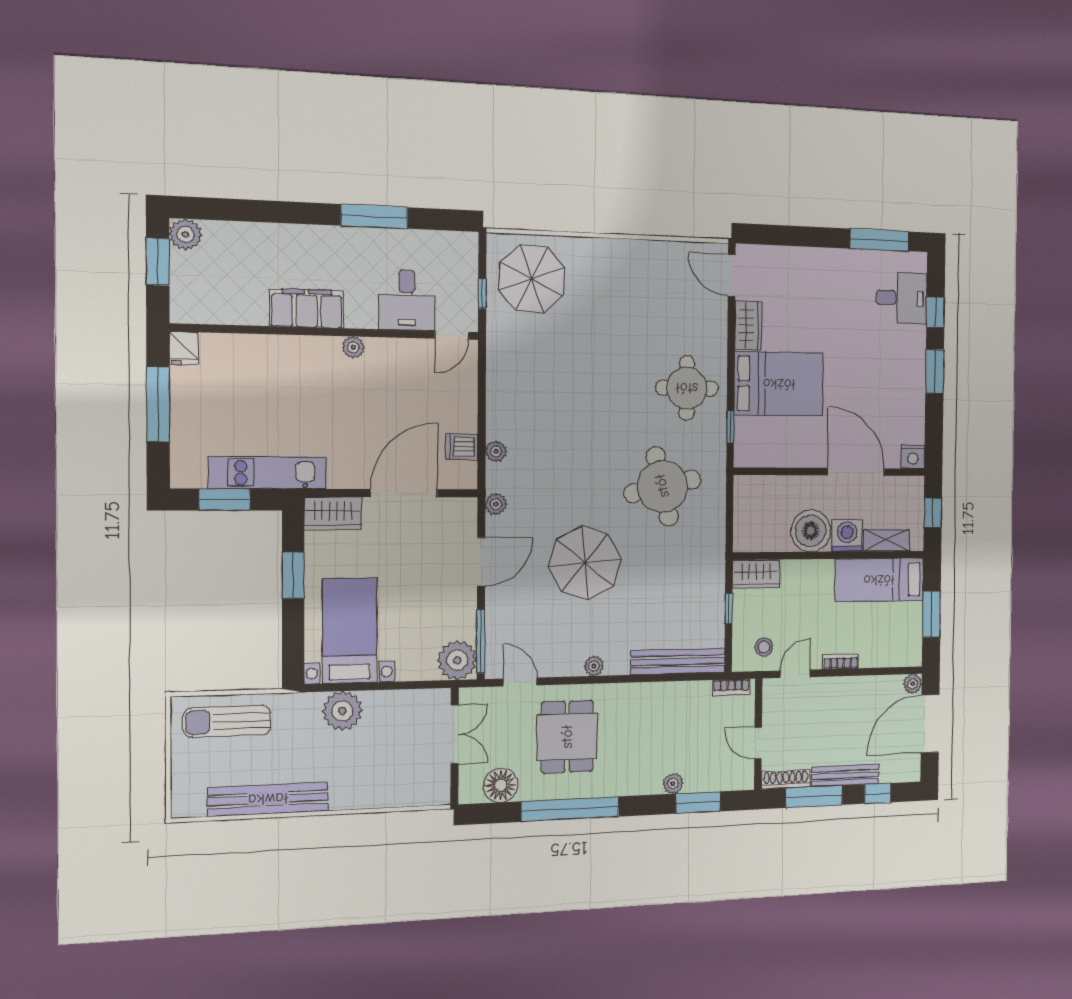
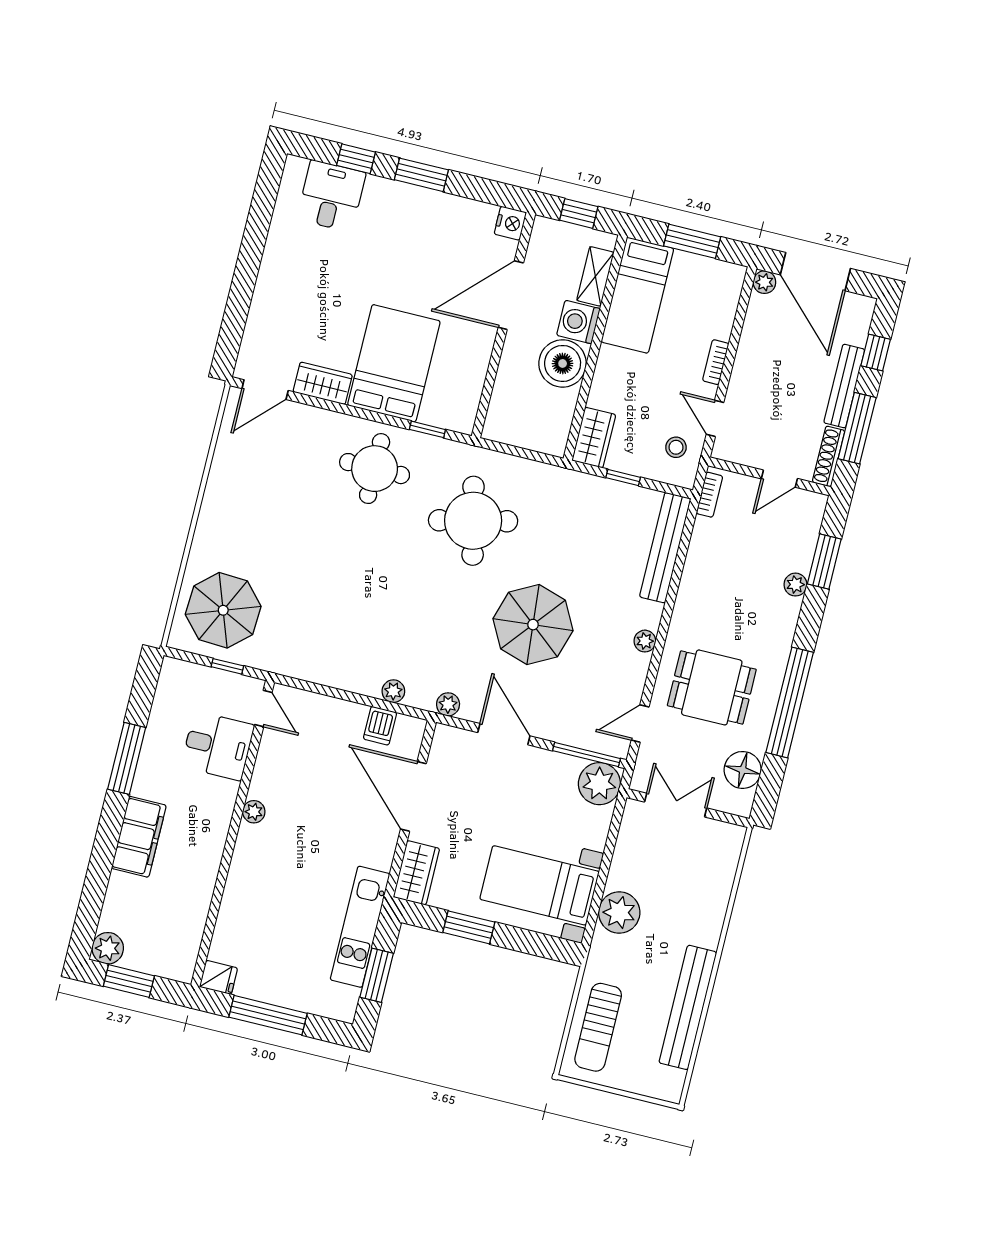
window: (879, 240) -> (262, 208), removed
filing cabinet: (307, 308) -> (139, 837), moved, turned 180

